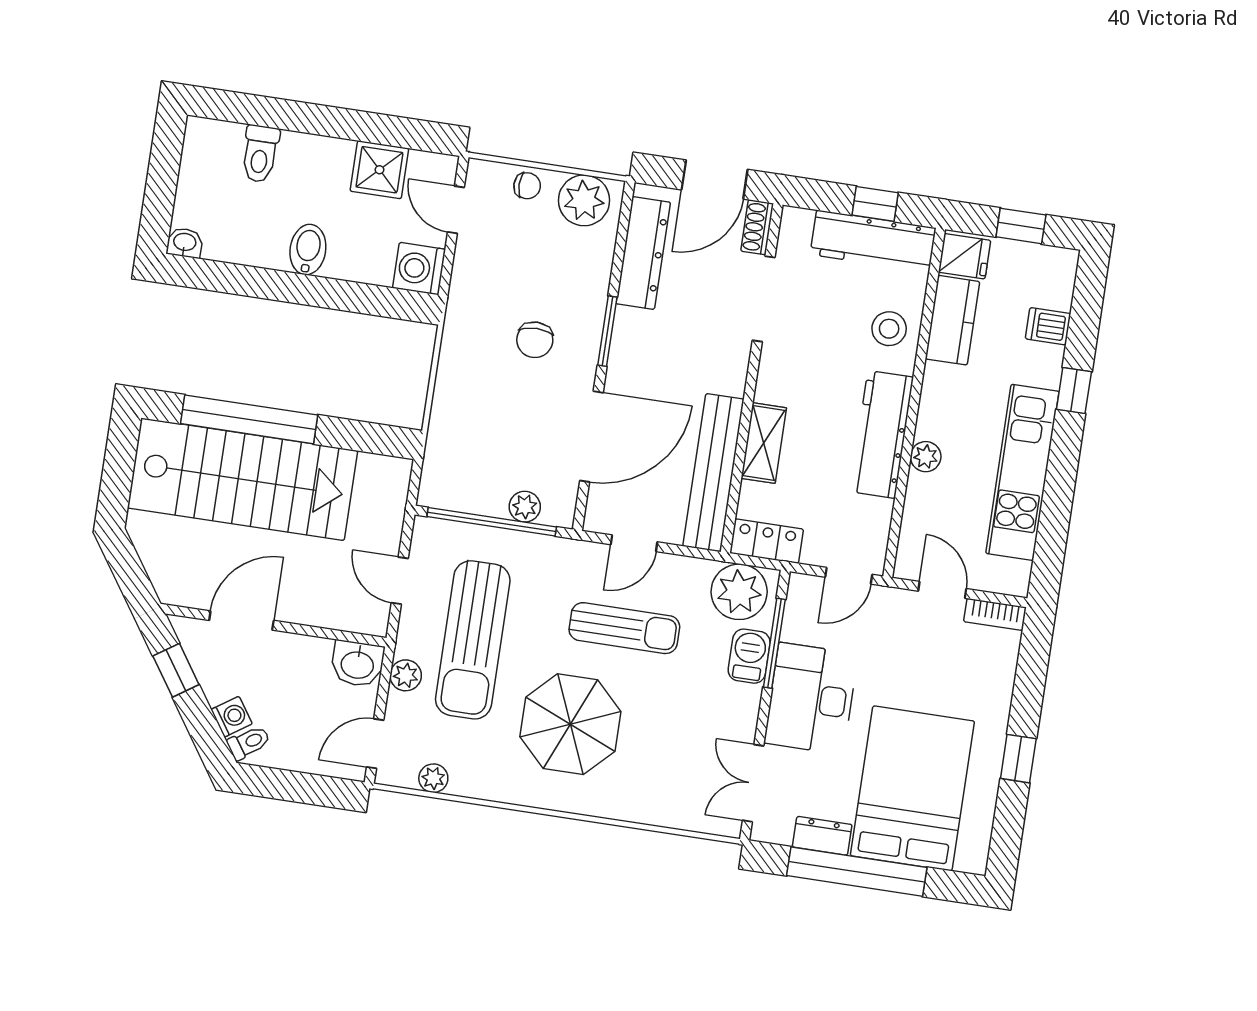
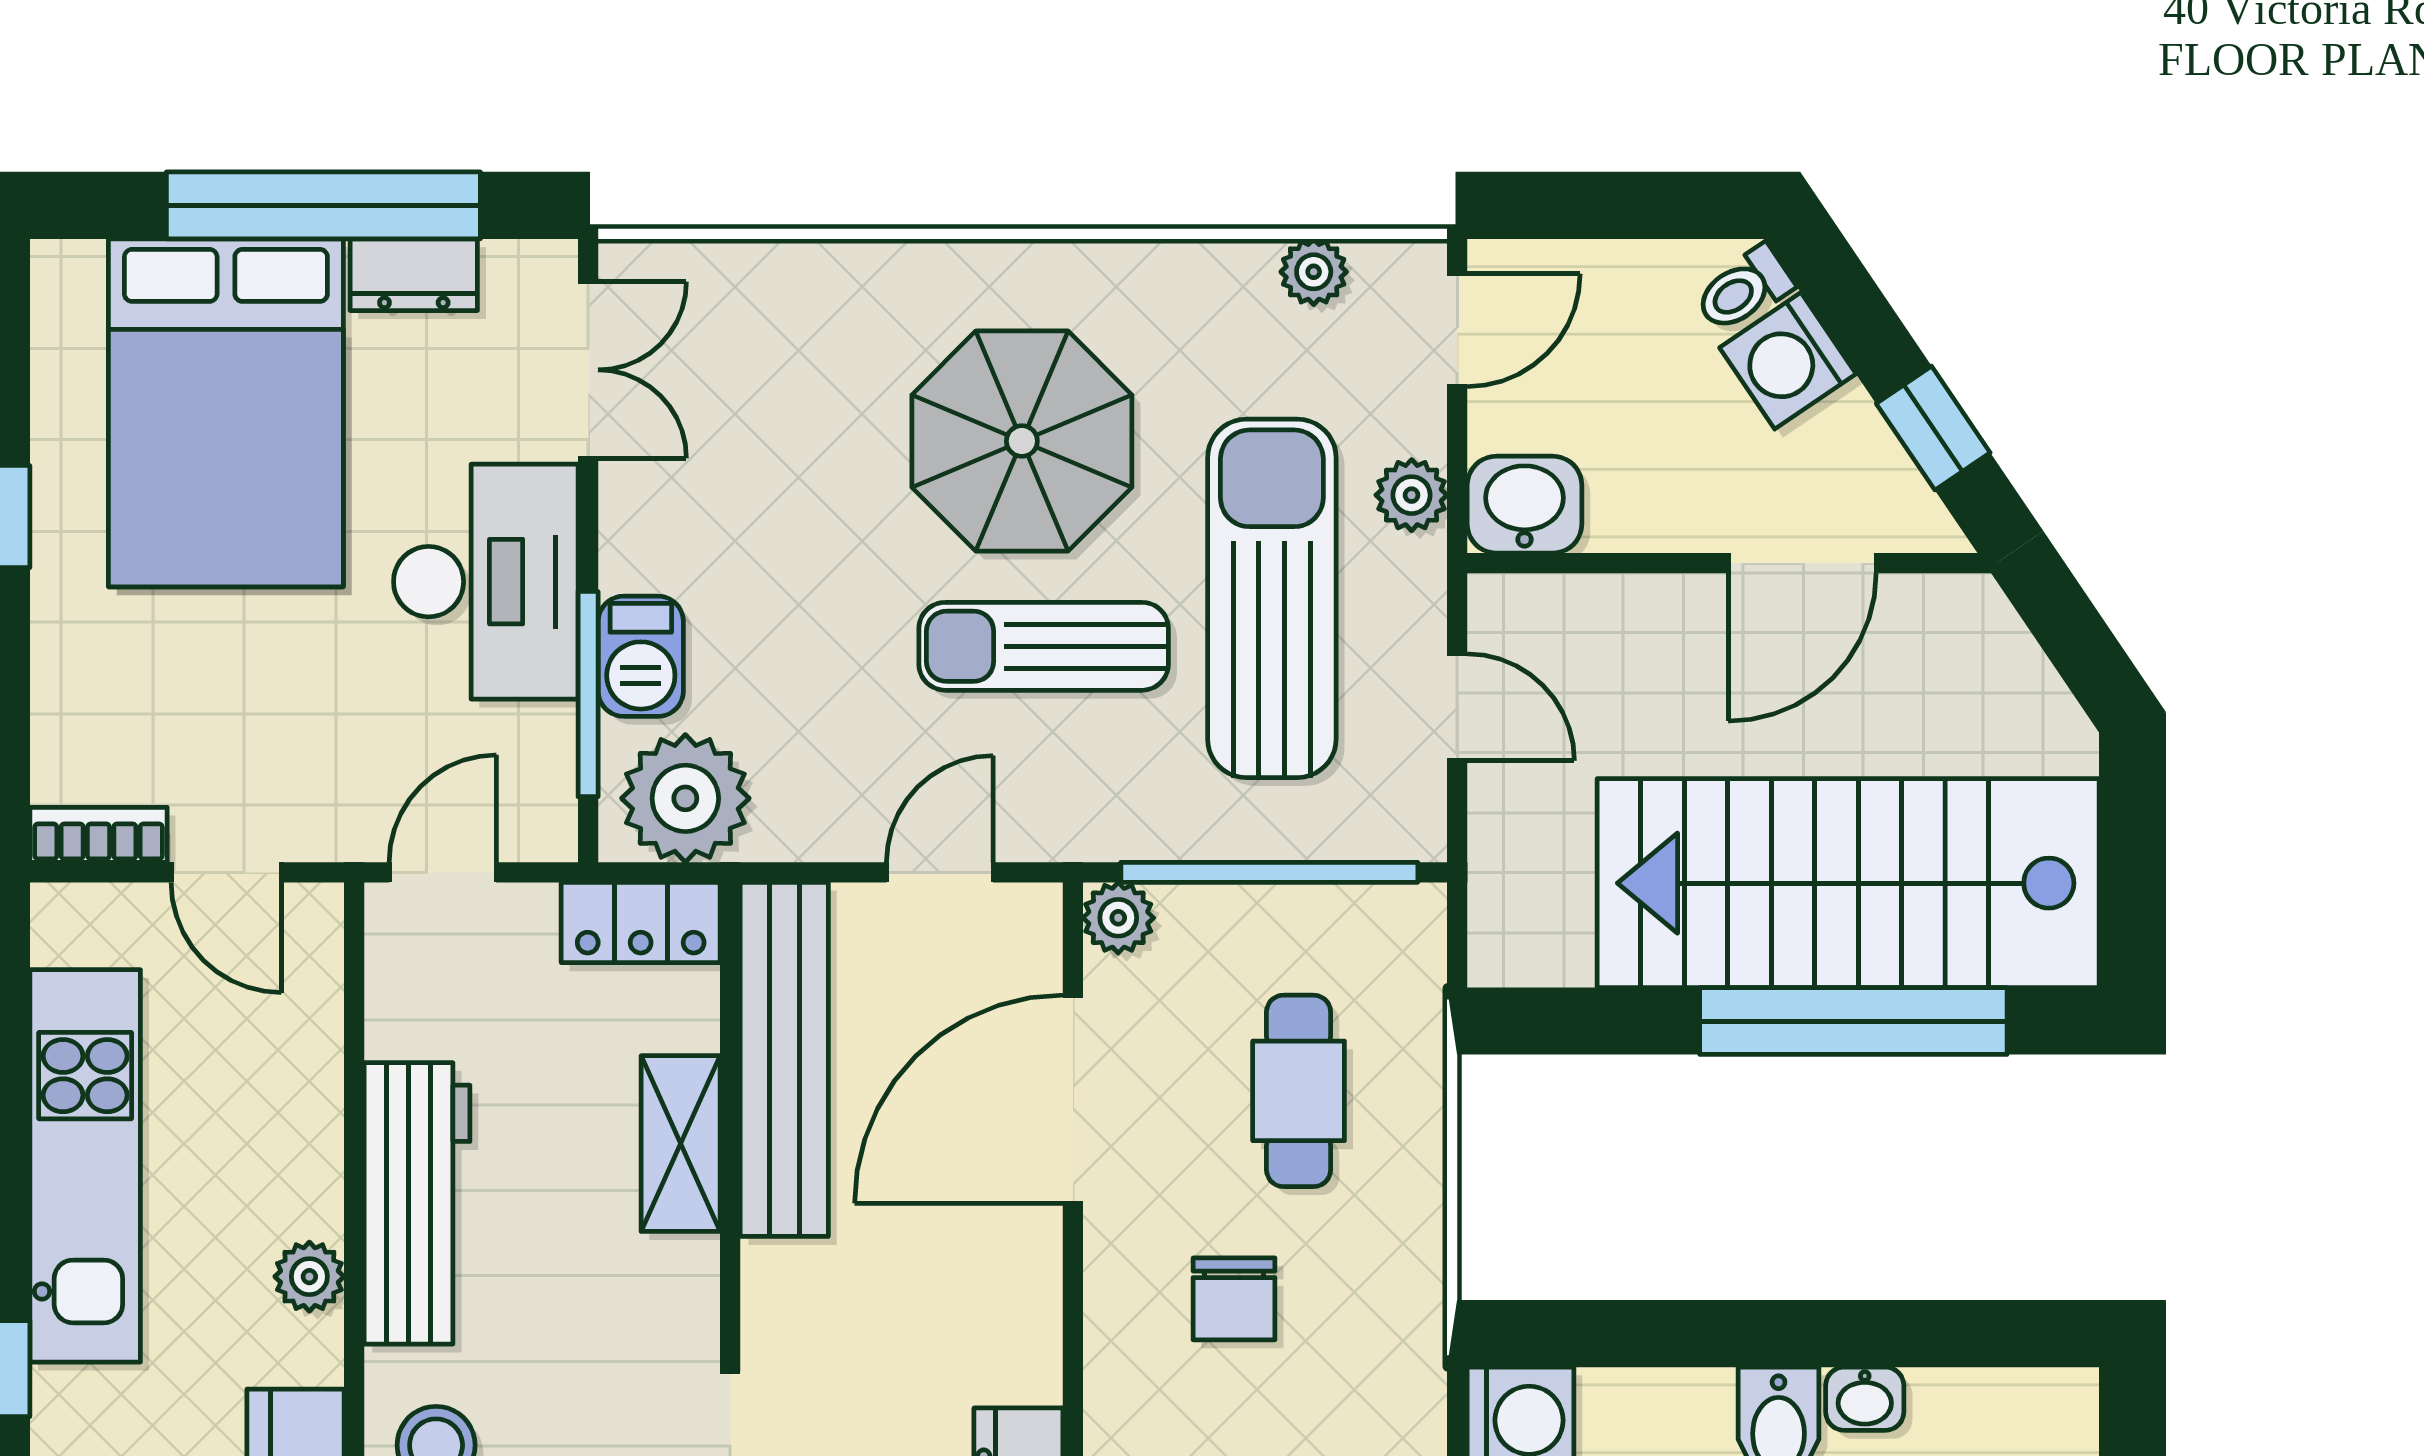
washbasin: (185, 243) -> (1865, 1399), moved
window: (607, 331) -> (1073, 1343), removed
chair: (535, 340) -> (1234, 1299), turned 180
cafe table: (493, 425) -> (1299, 1091), added
plant: (926, 457) -> (309, 1277), moved
plant: (525, 507) -> (1118, 918), moved
sun lounger: (624, 628) -> (1044, 646), moved
washing machine: (232, 717) -> (1788, 361), width x1.38, depth x1.38

